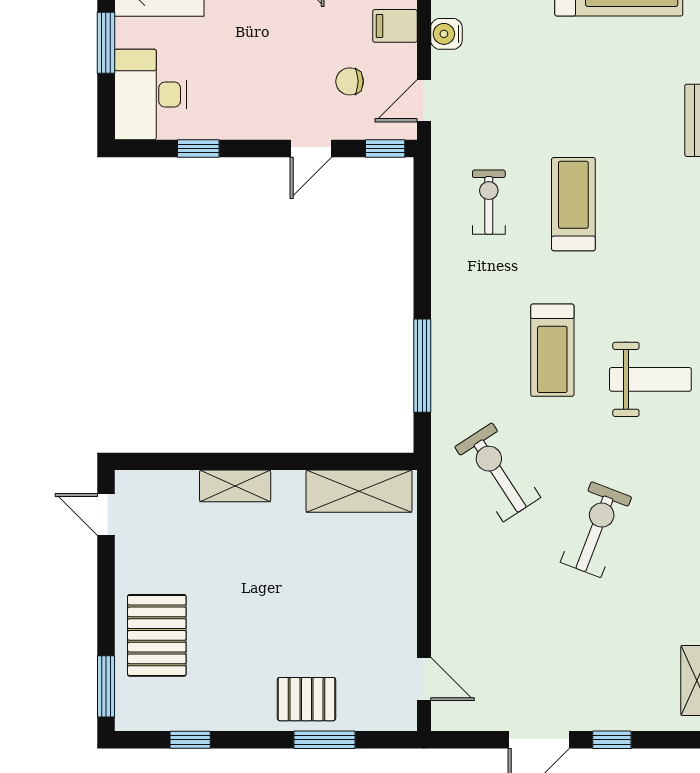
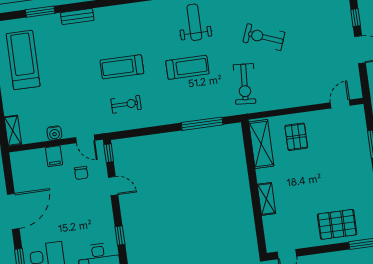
exercise bike: (489, 202) -> (126, 104), turned 180
exercise bike: (498, 472) -> (245, 84), turned -53
pallet: (307, 699) -> (296, 137), moved

